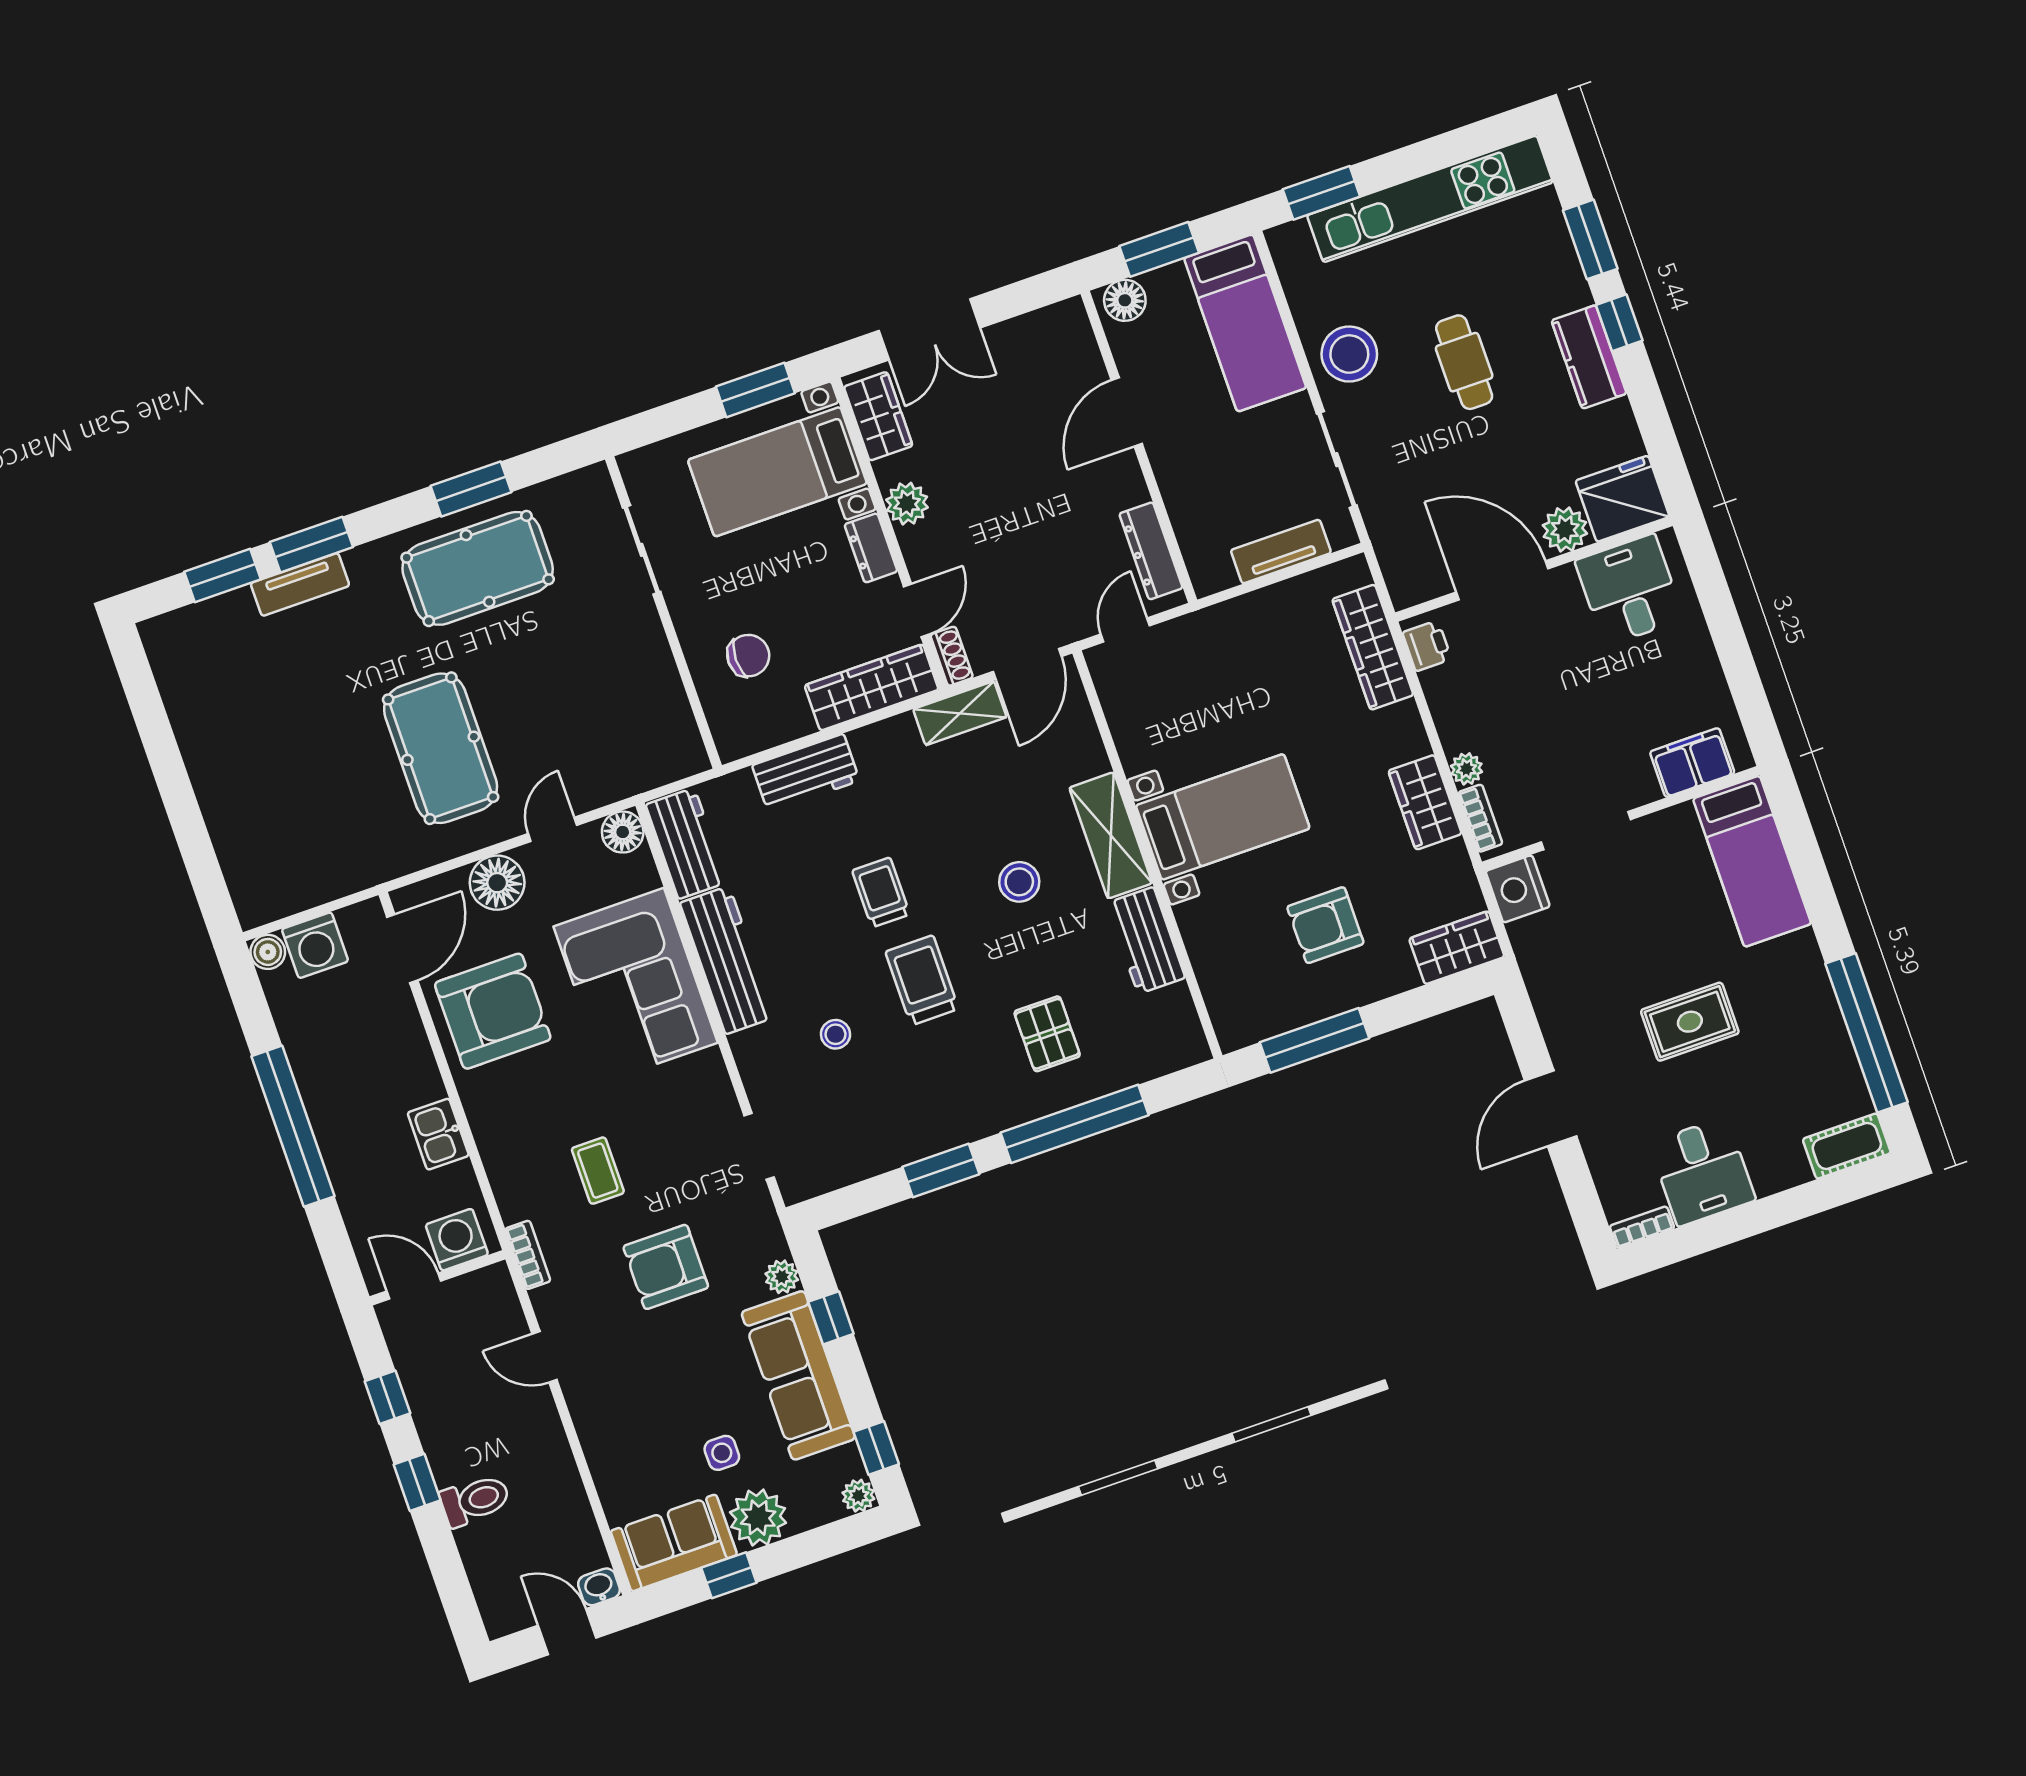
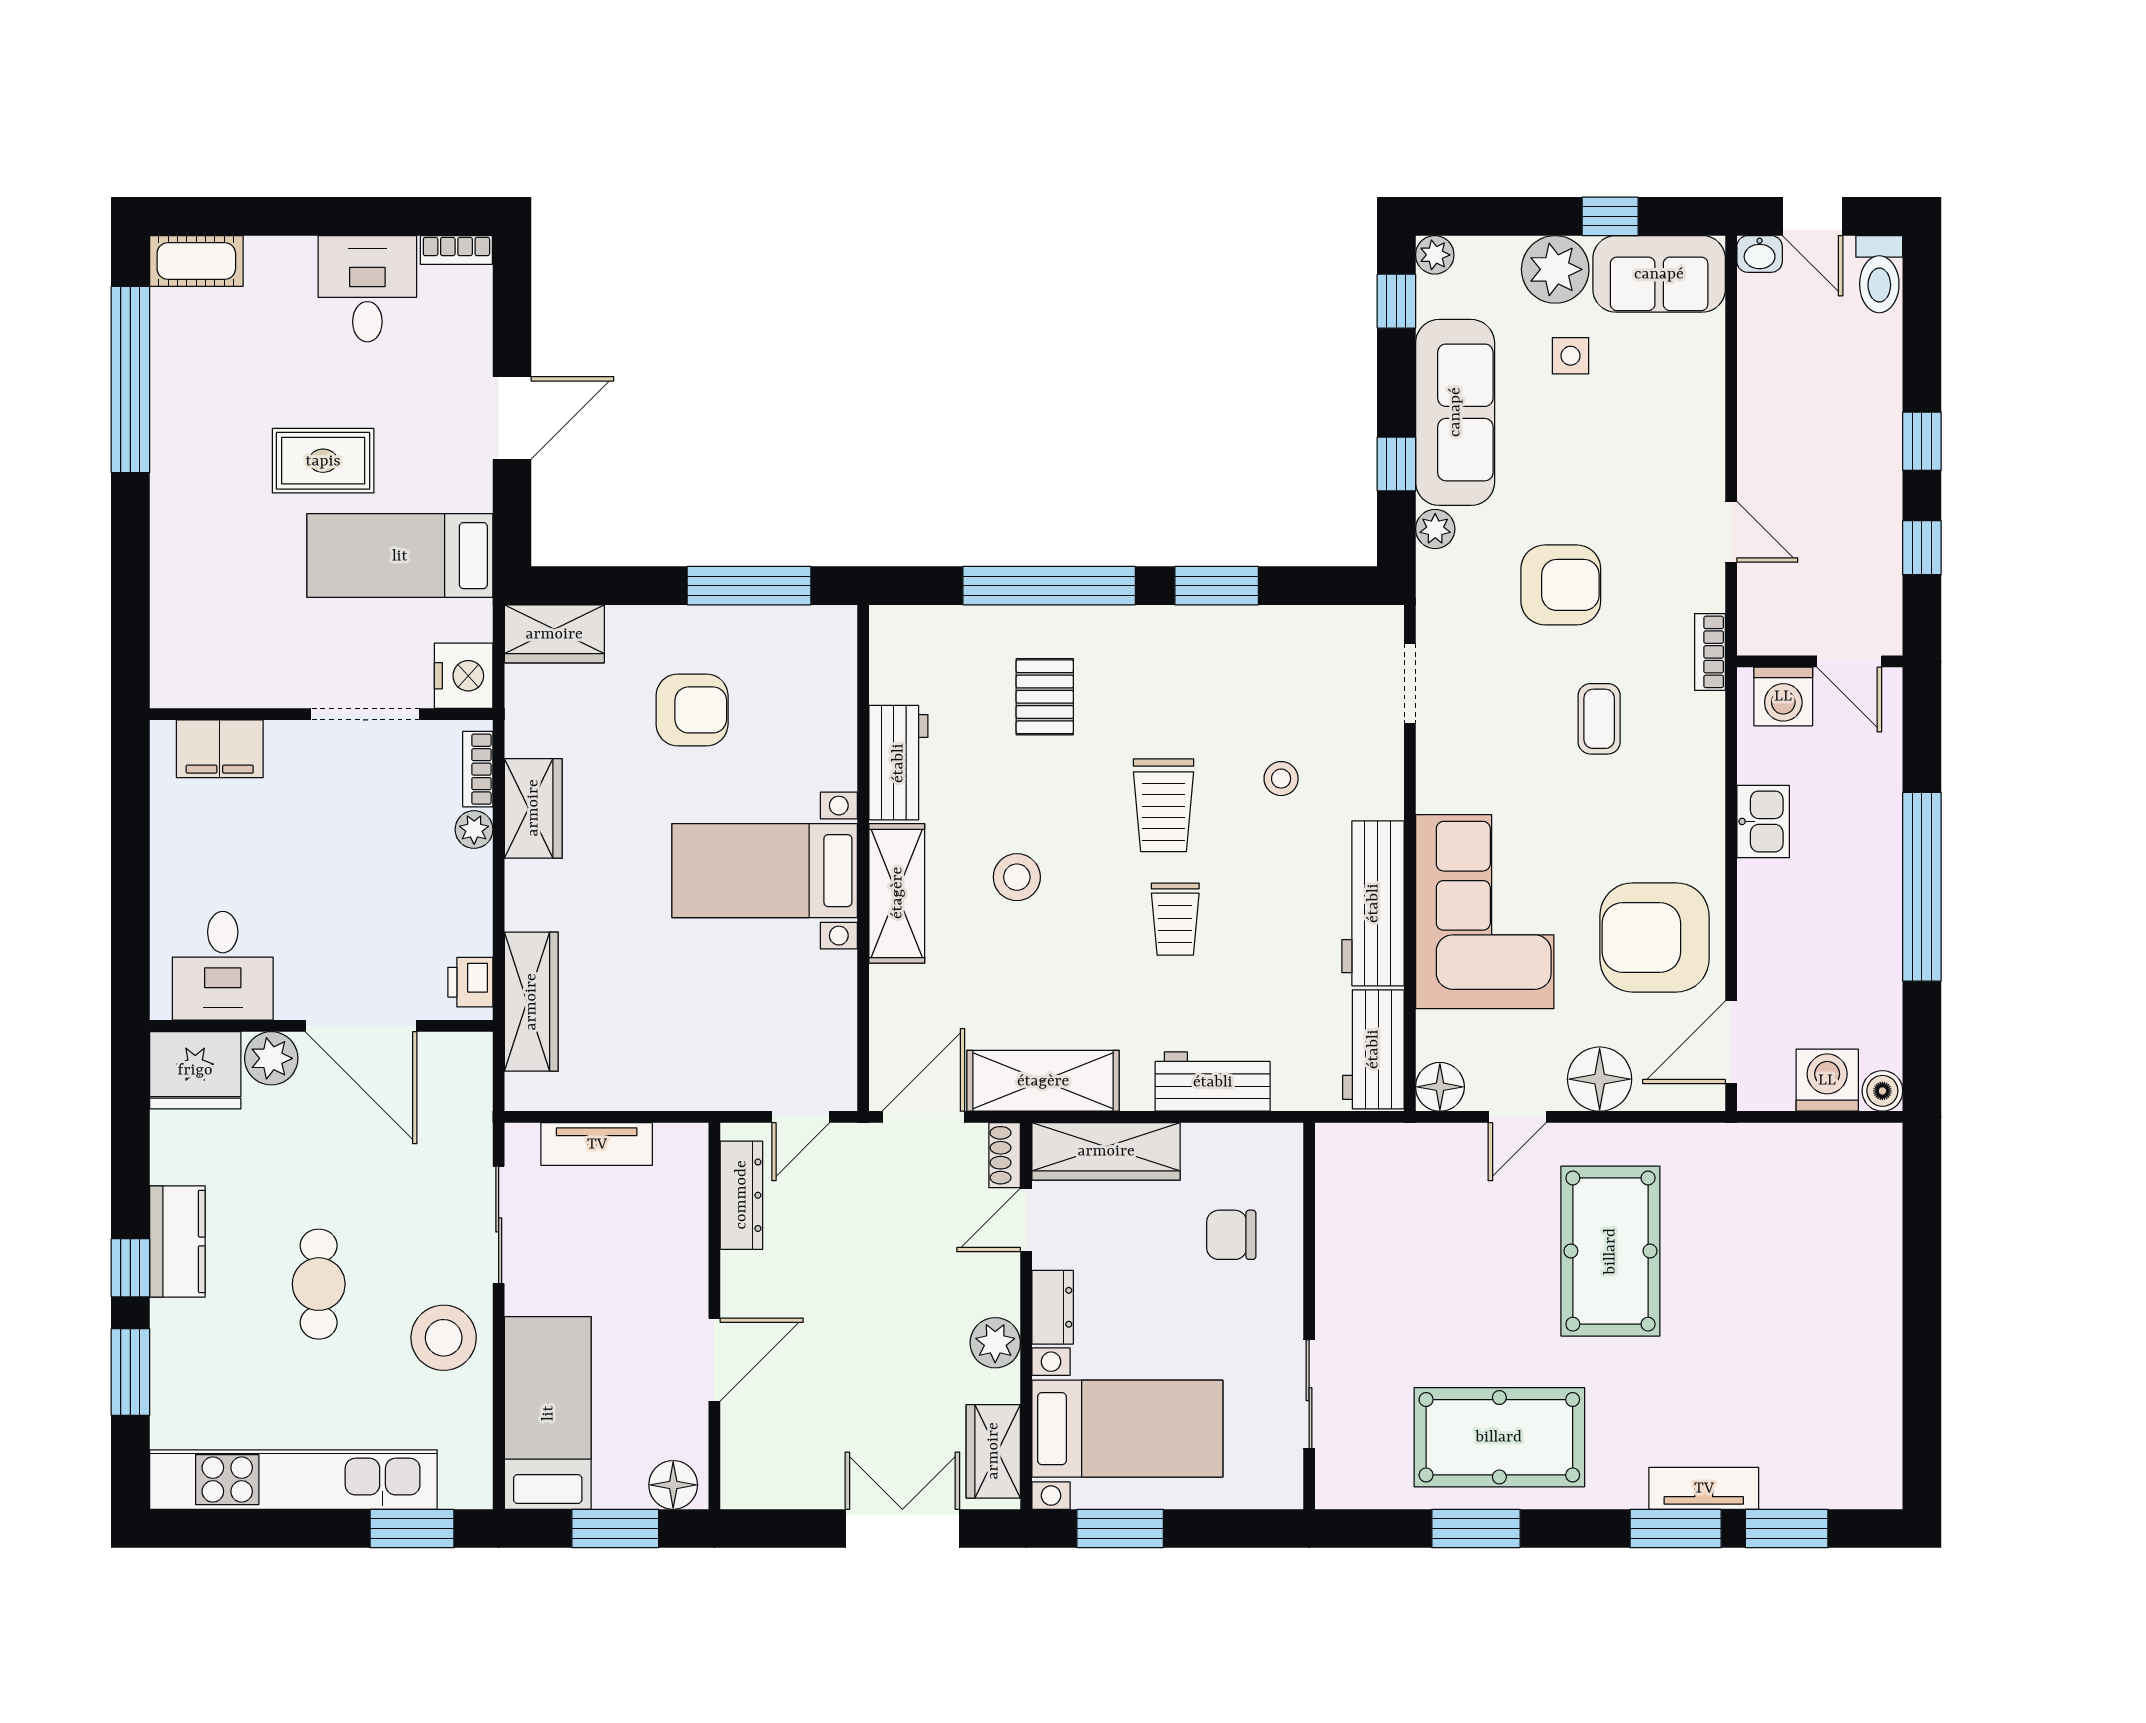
shelving: (960, 713) -> (1043, 1081), width x1.50, depth x1.33
bed: (1752, 861) -> (400, 556), moved, turned -90
toilet: (475, 1500) -> (1879, 274), moved, turned -90

